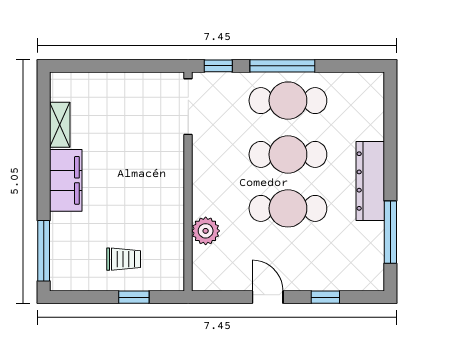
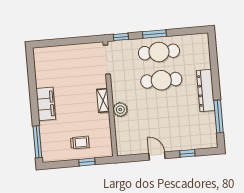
window: (282, 66) -> (154, 34), width x0.69
shelving: (60, 125) -> (103, 101), moved
cafe table: (288, 208) -> (164, 109), removed
plant: (206, 231) -> (120, 110), moved

